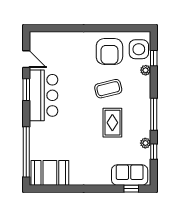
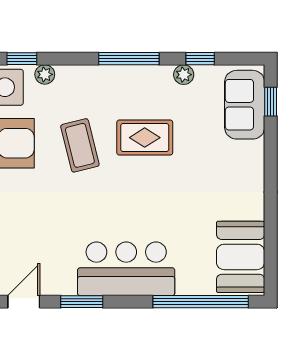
bar counter: (44, 95) -> (126, 269), moved

